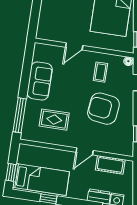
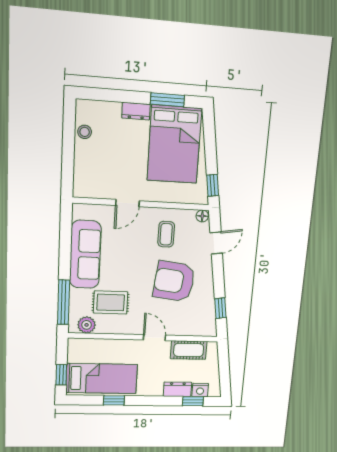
sofa: (40, 81) -> (85, 254), width x1.36
plant: (34, 135) -> (87, 325), added
door: (85, 151) -> (154, 338), swing flipped

